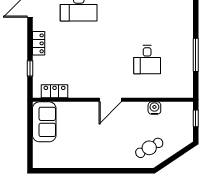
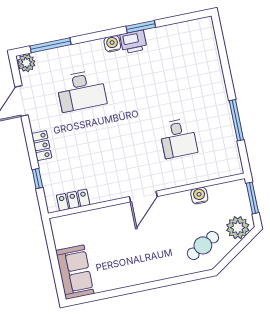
window: (196, 118) -> (252, 198), width x1.50
sofa: (44, 122) -> (75, 272), moved
plant: (179, 139) -> (238, 228), added

